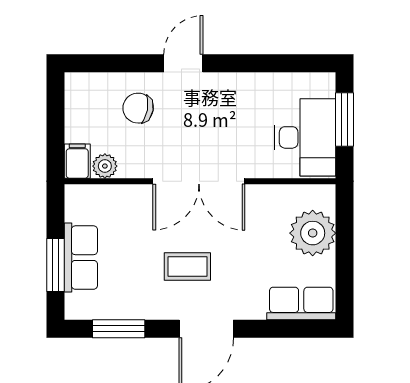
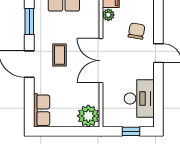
window: (344, 119) -> (131, 131), width x0.67
desk: (305, 137) -> (139, 98), moved, turned -90
plant: (313, 233) -> (88, 116), moved

